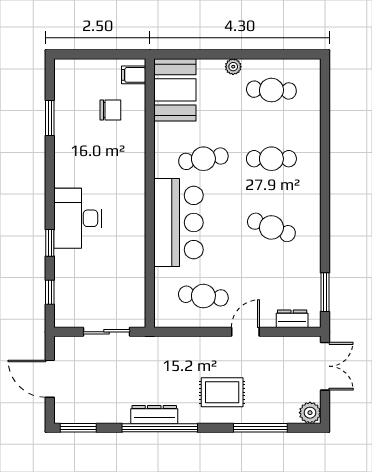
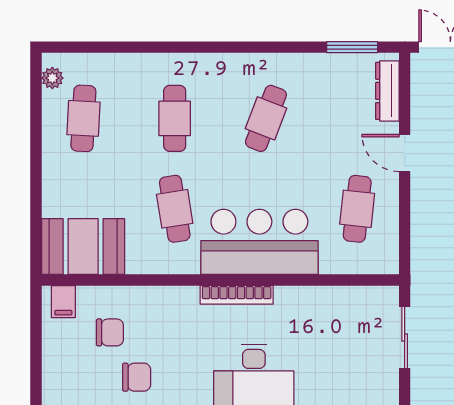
plant: (233, 67) -> (52, 78), moved
chair: (110, 110) -> (110, 332), turned 90
chair: (77, 130) -> (137, 377), added
bookcase: (139, 205) -> (237, 295), added
dresser: (292, 319) -> (387, 91), width x1.44

